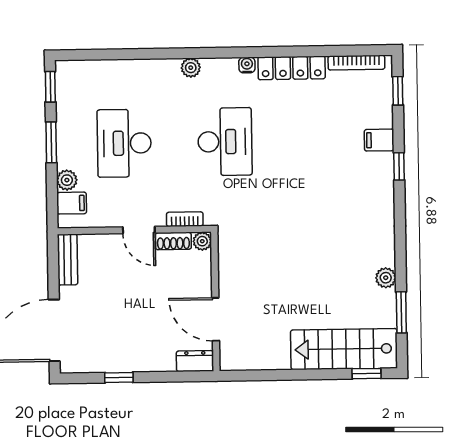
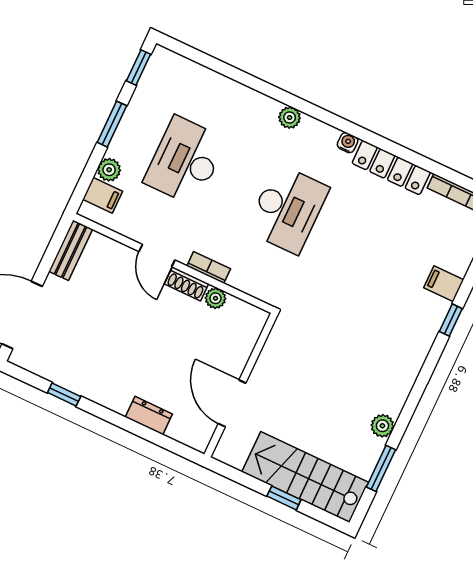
wall: (215, 301) -> (241, 385), moved
door: (216, 319) -> (232, 403), moved
window: (366, 374) -> (284, 498), moved

